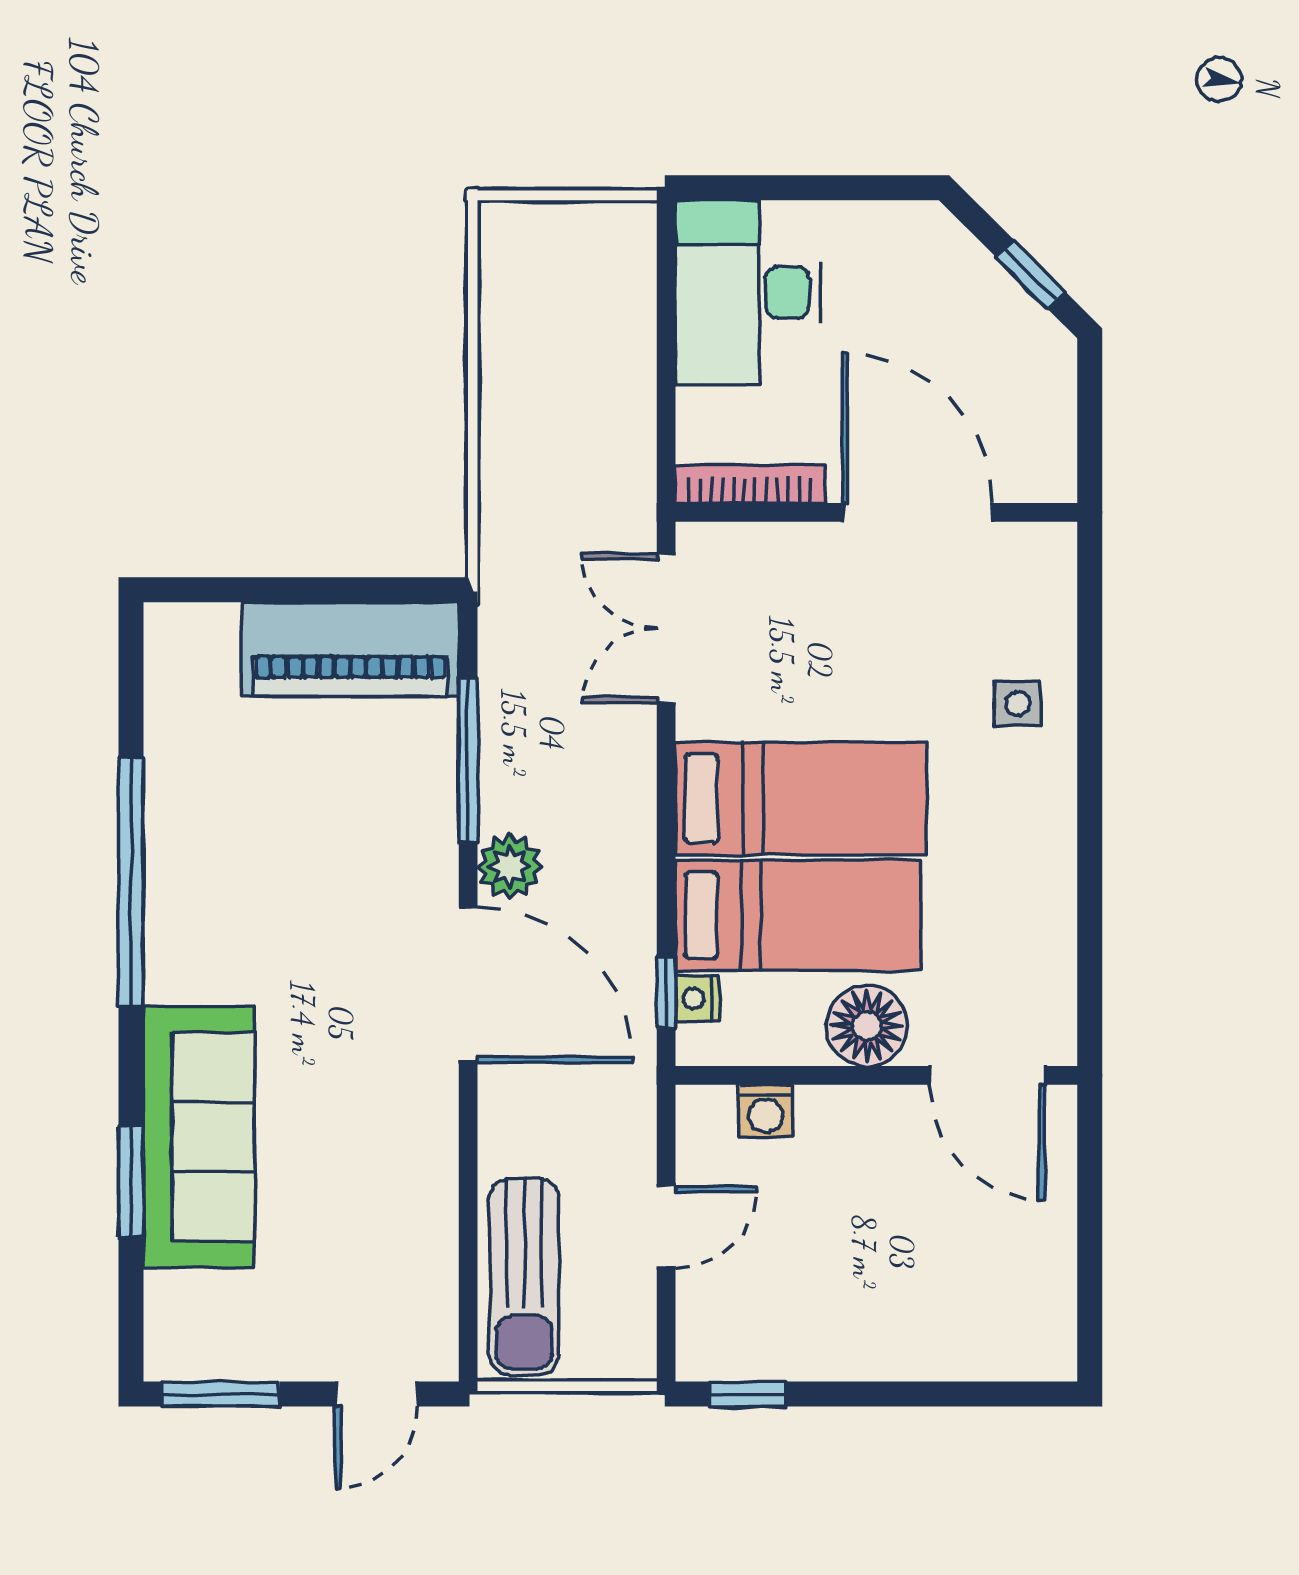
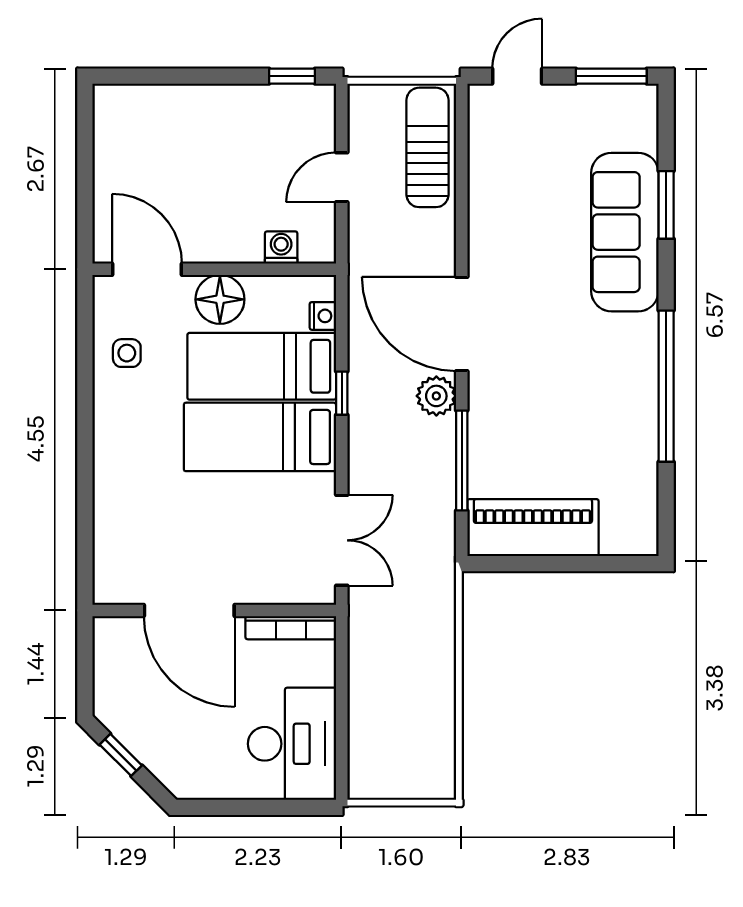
side table: (1017, 704) -> (127, 353), moved
window: (666, 992) -> (342, 393), moved

